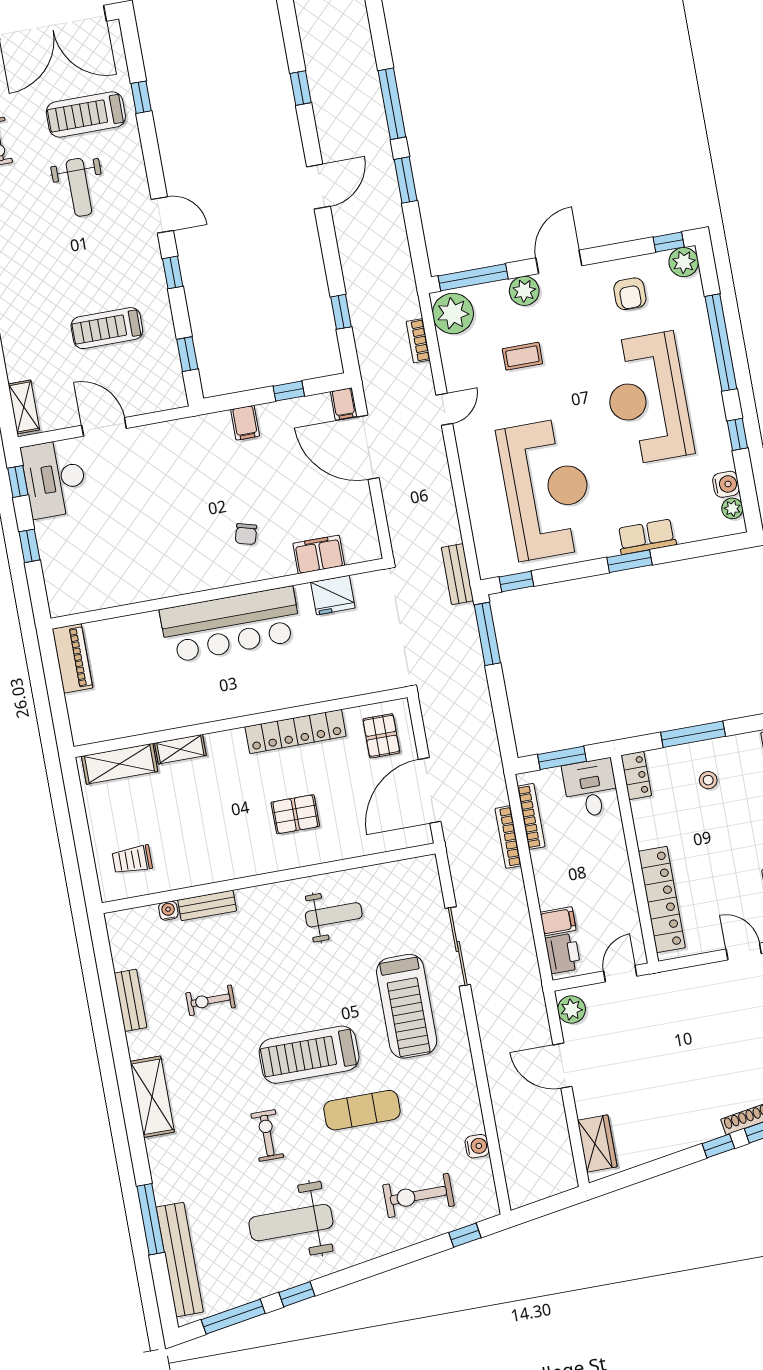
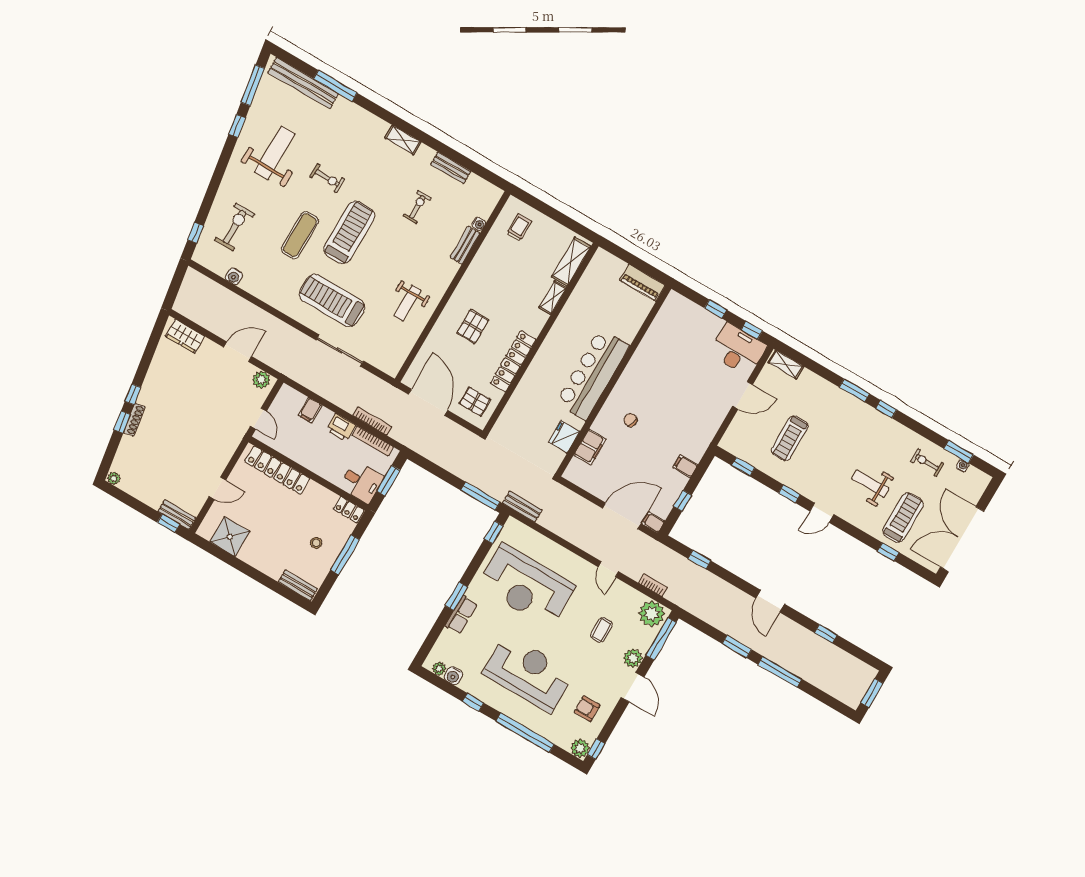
treadmill: (107, 328) -> (790, 438), turned 180
printer: (563, 953) -> (341, 428), moved
shelving: (152, 1097) -> (403, 140), width x0.67, depth x0.75

